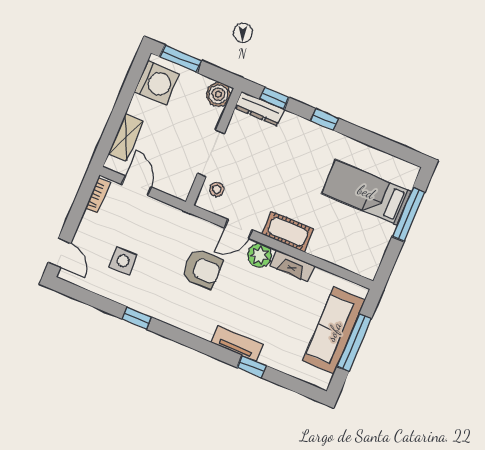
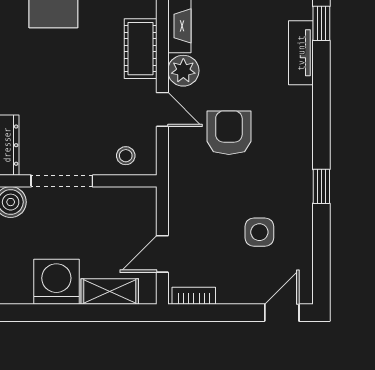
washing machine: (157, 83) -> (56, 282), moved
doorway: (211, 153) -> (62, 181), moved

